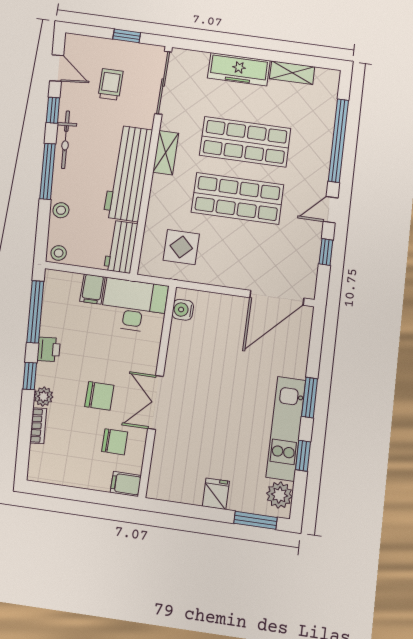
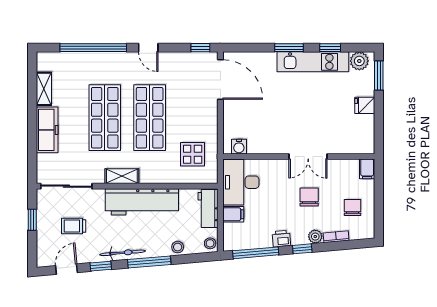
workbench: (121, 247) -> (208, 209), moved, turned 90
window: (326, 252) -> (200, 48), moved
chair: (115, 442) -> (352, 208), moved

